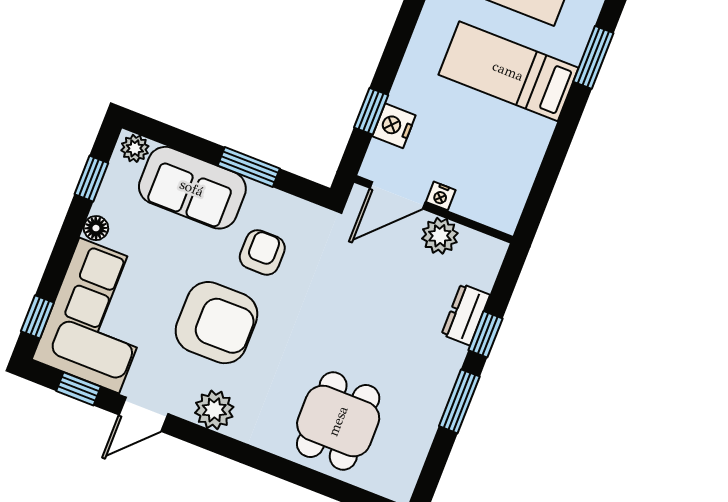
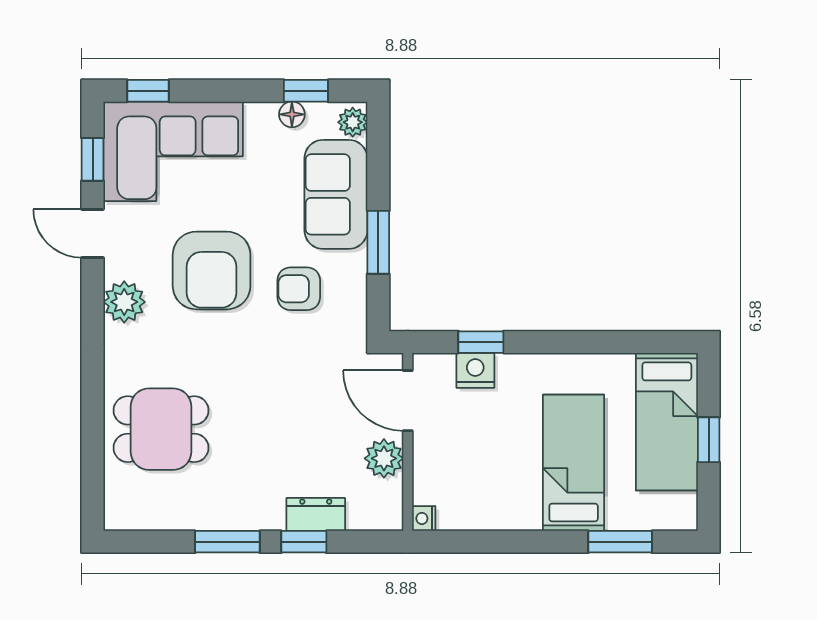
nightstand: (441, 196) -> (424, 518), moved
floor lamp: (96, 228) -> (292, 114), moved
armchair: (262, 252) -> (299, 289), turned 180

